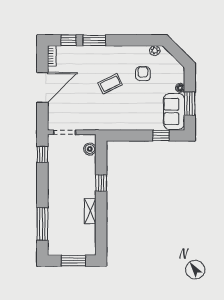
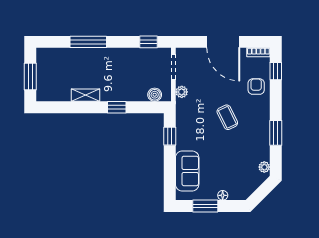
window: (94, 40) -> (276, 133), moved
armchair: (143, 74) -> (256, 87), moved, turned -90
sofa: (174, 111) -> (187, 171), moved, turned 90
plant: (87, 125) -> (182, 92), added
window: (161, 135) -> (170, 136), moved
window: (42, 224) -> (88, 42), moved

